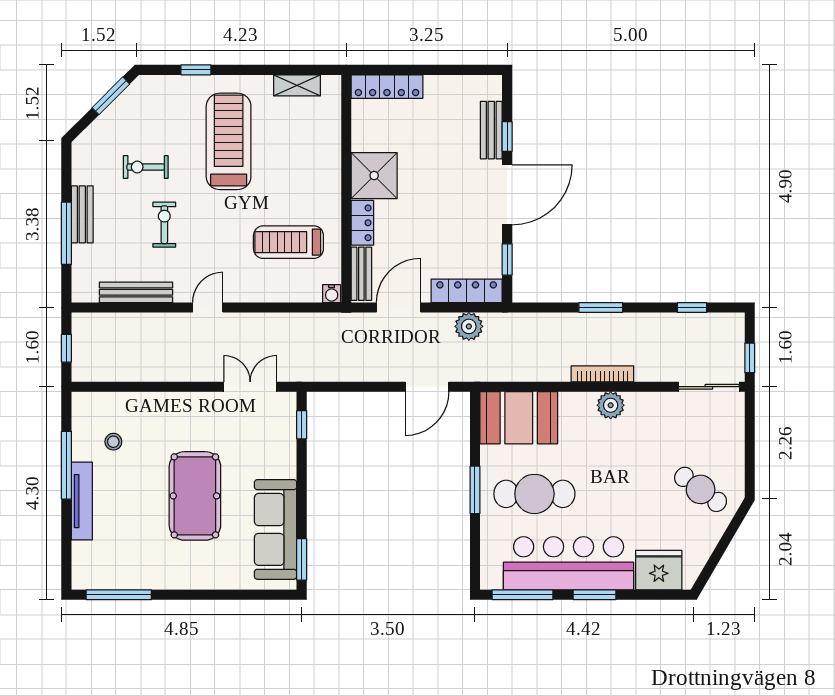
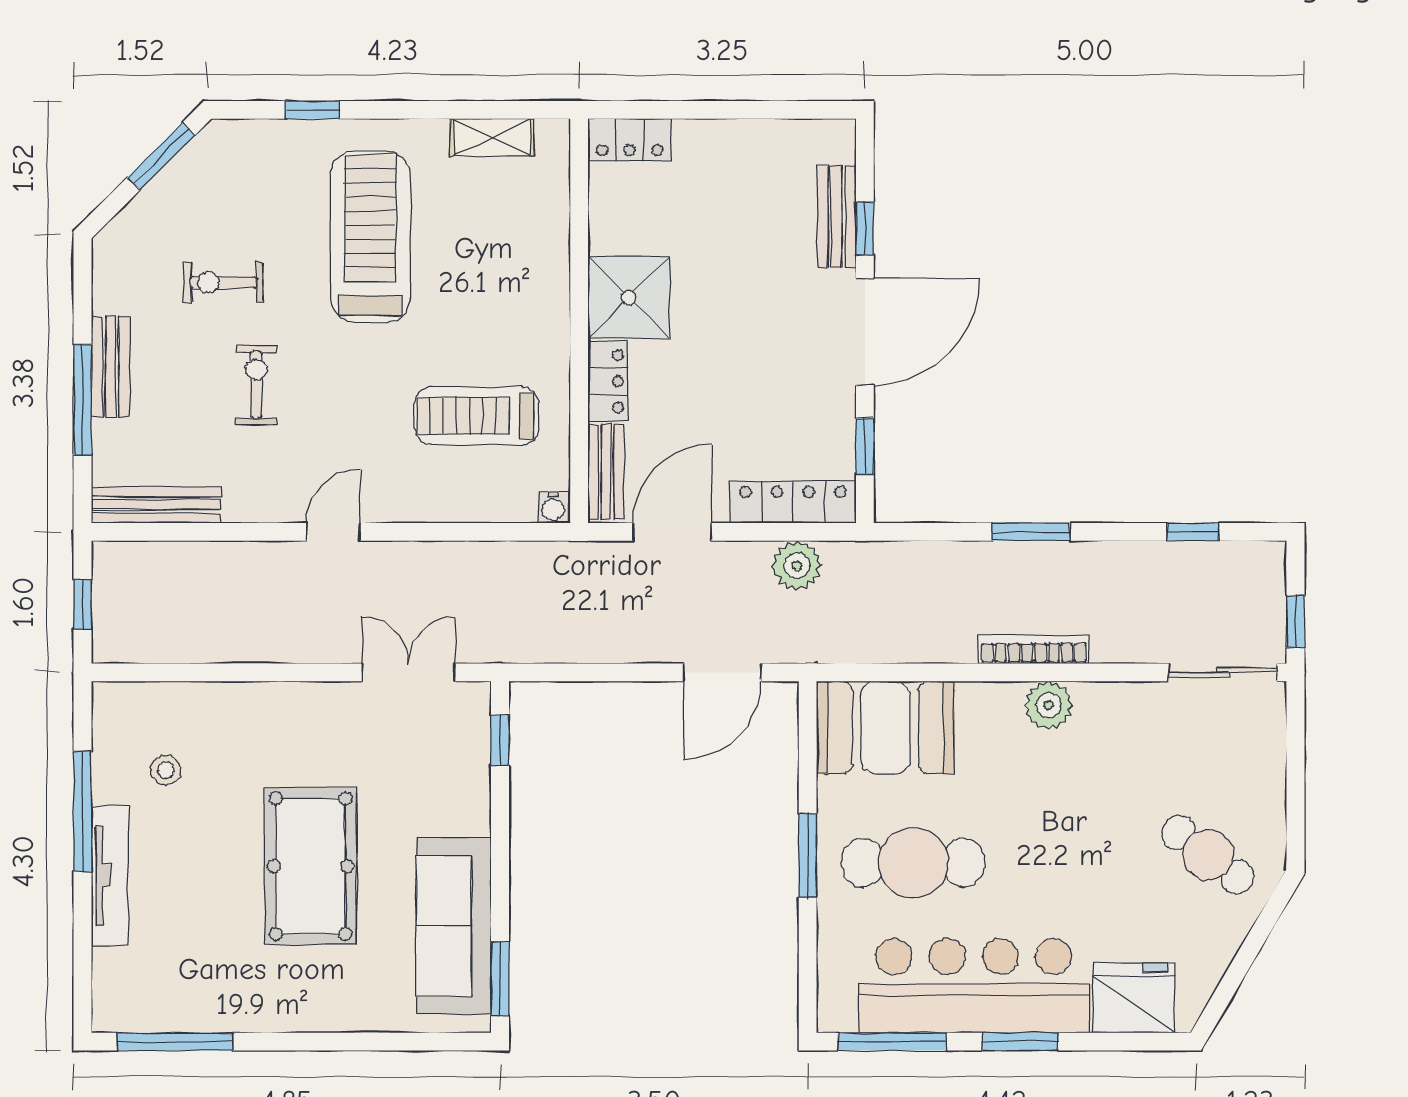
locker: (387, 87) -> (630, 140), width x0.66
bench: (136, 292) -> (156, 505), moved

